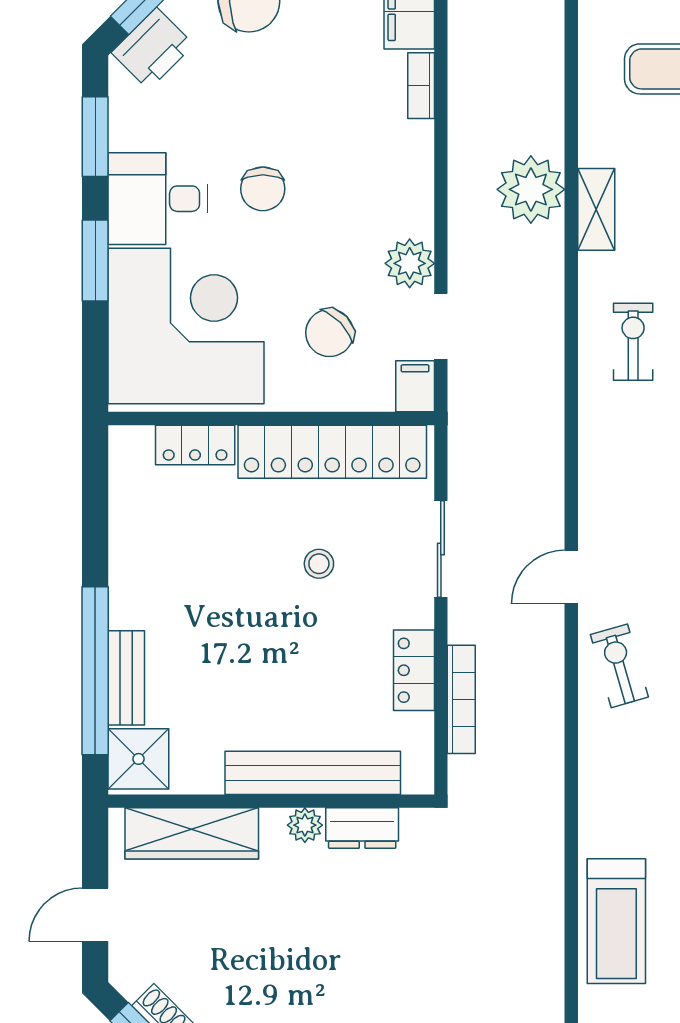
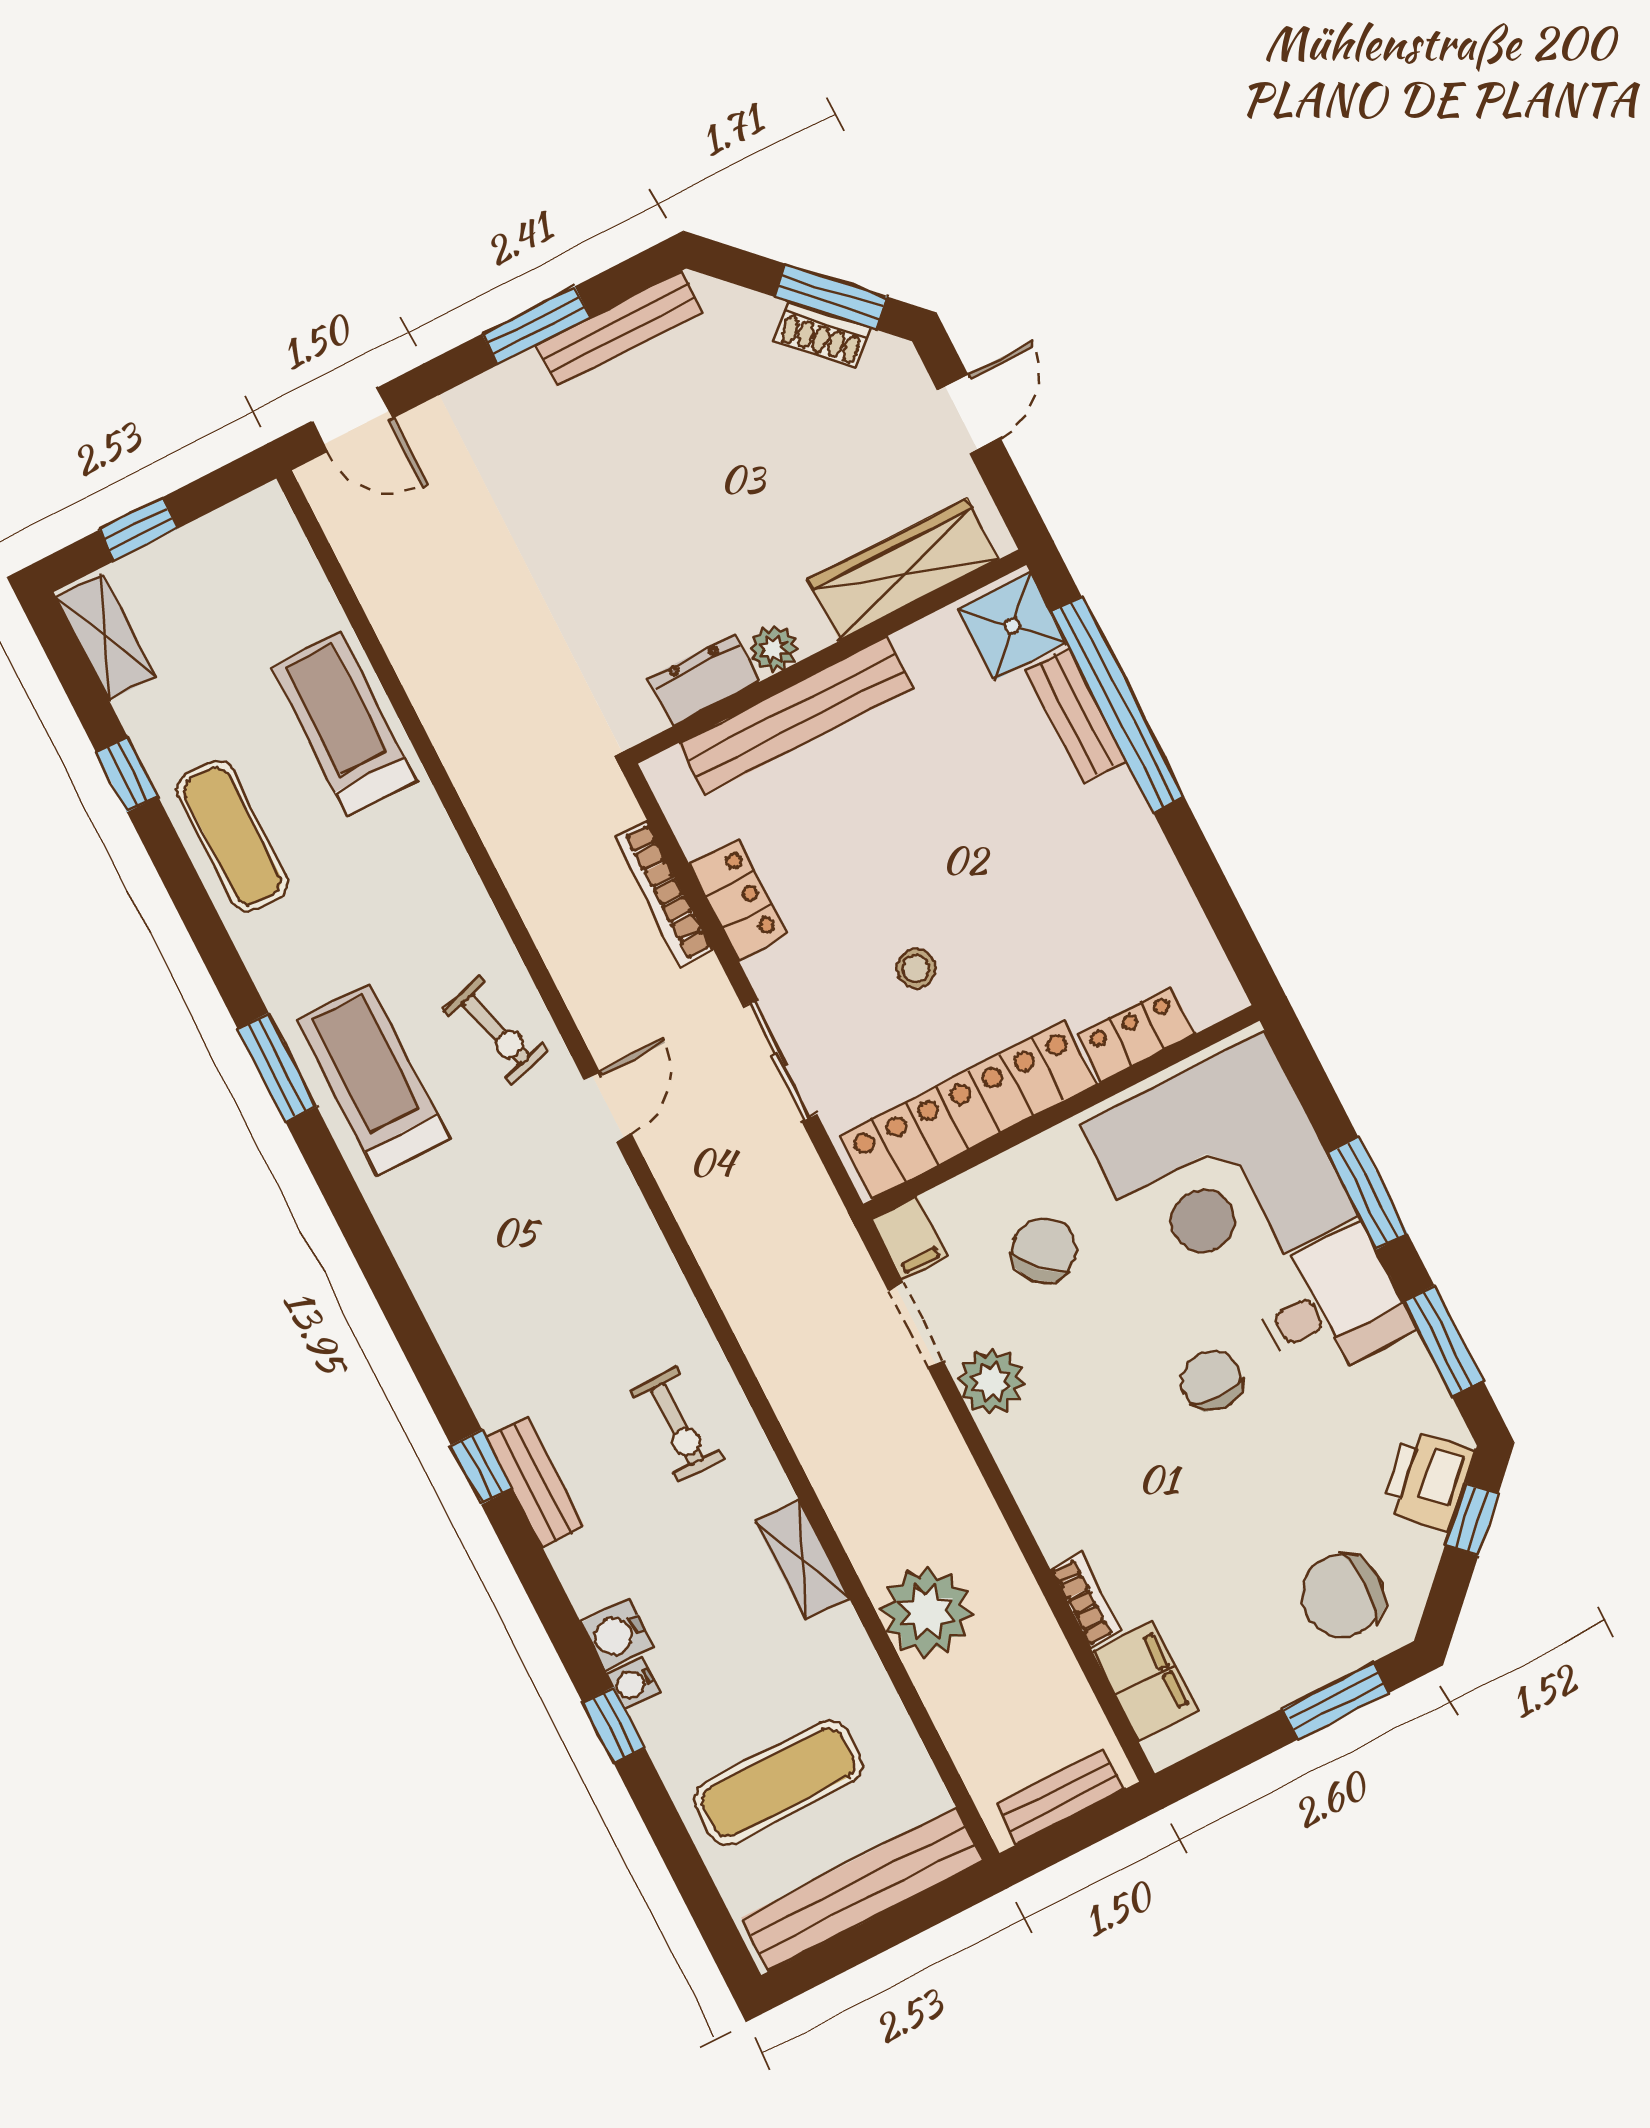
plant: (531, 189) -> (927, 1612), moved

